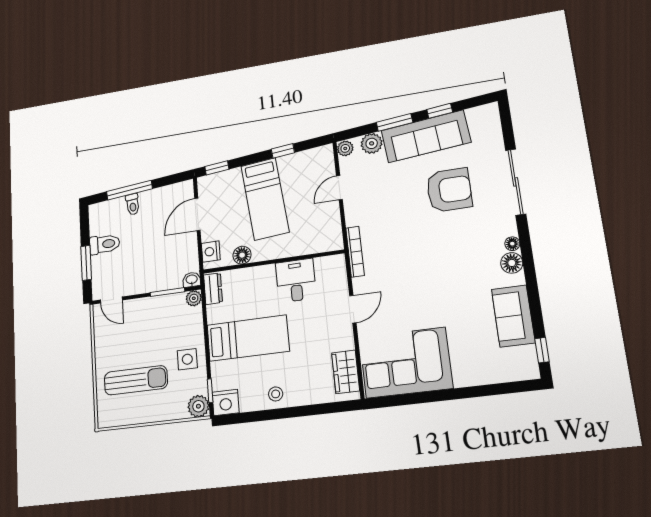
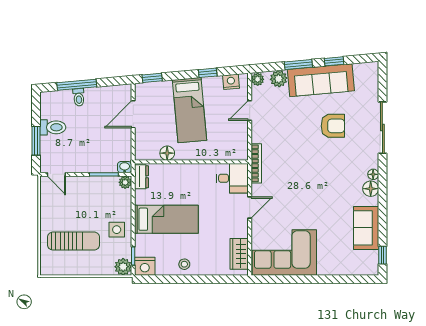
armchair: (449, 190) -> (333, 126), width x0.73, depth x0.73
nightstand: (211, 252) -> (231, 82), moved, turned 85
desk: (296, 281) -> (232, 178), moved, turned 90

